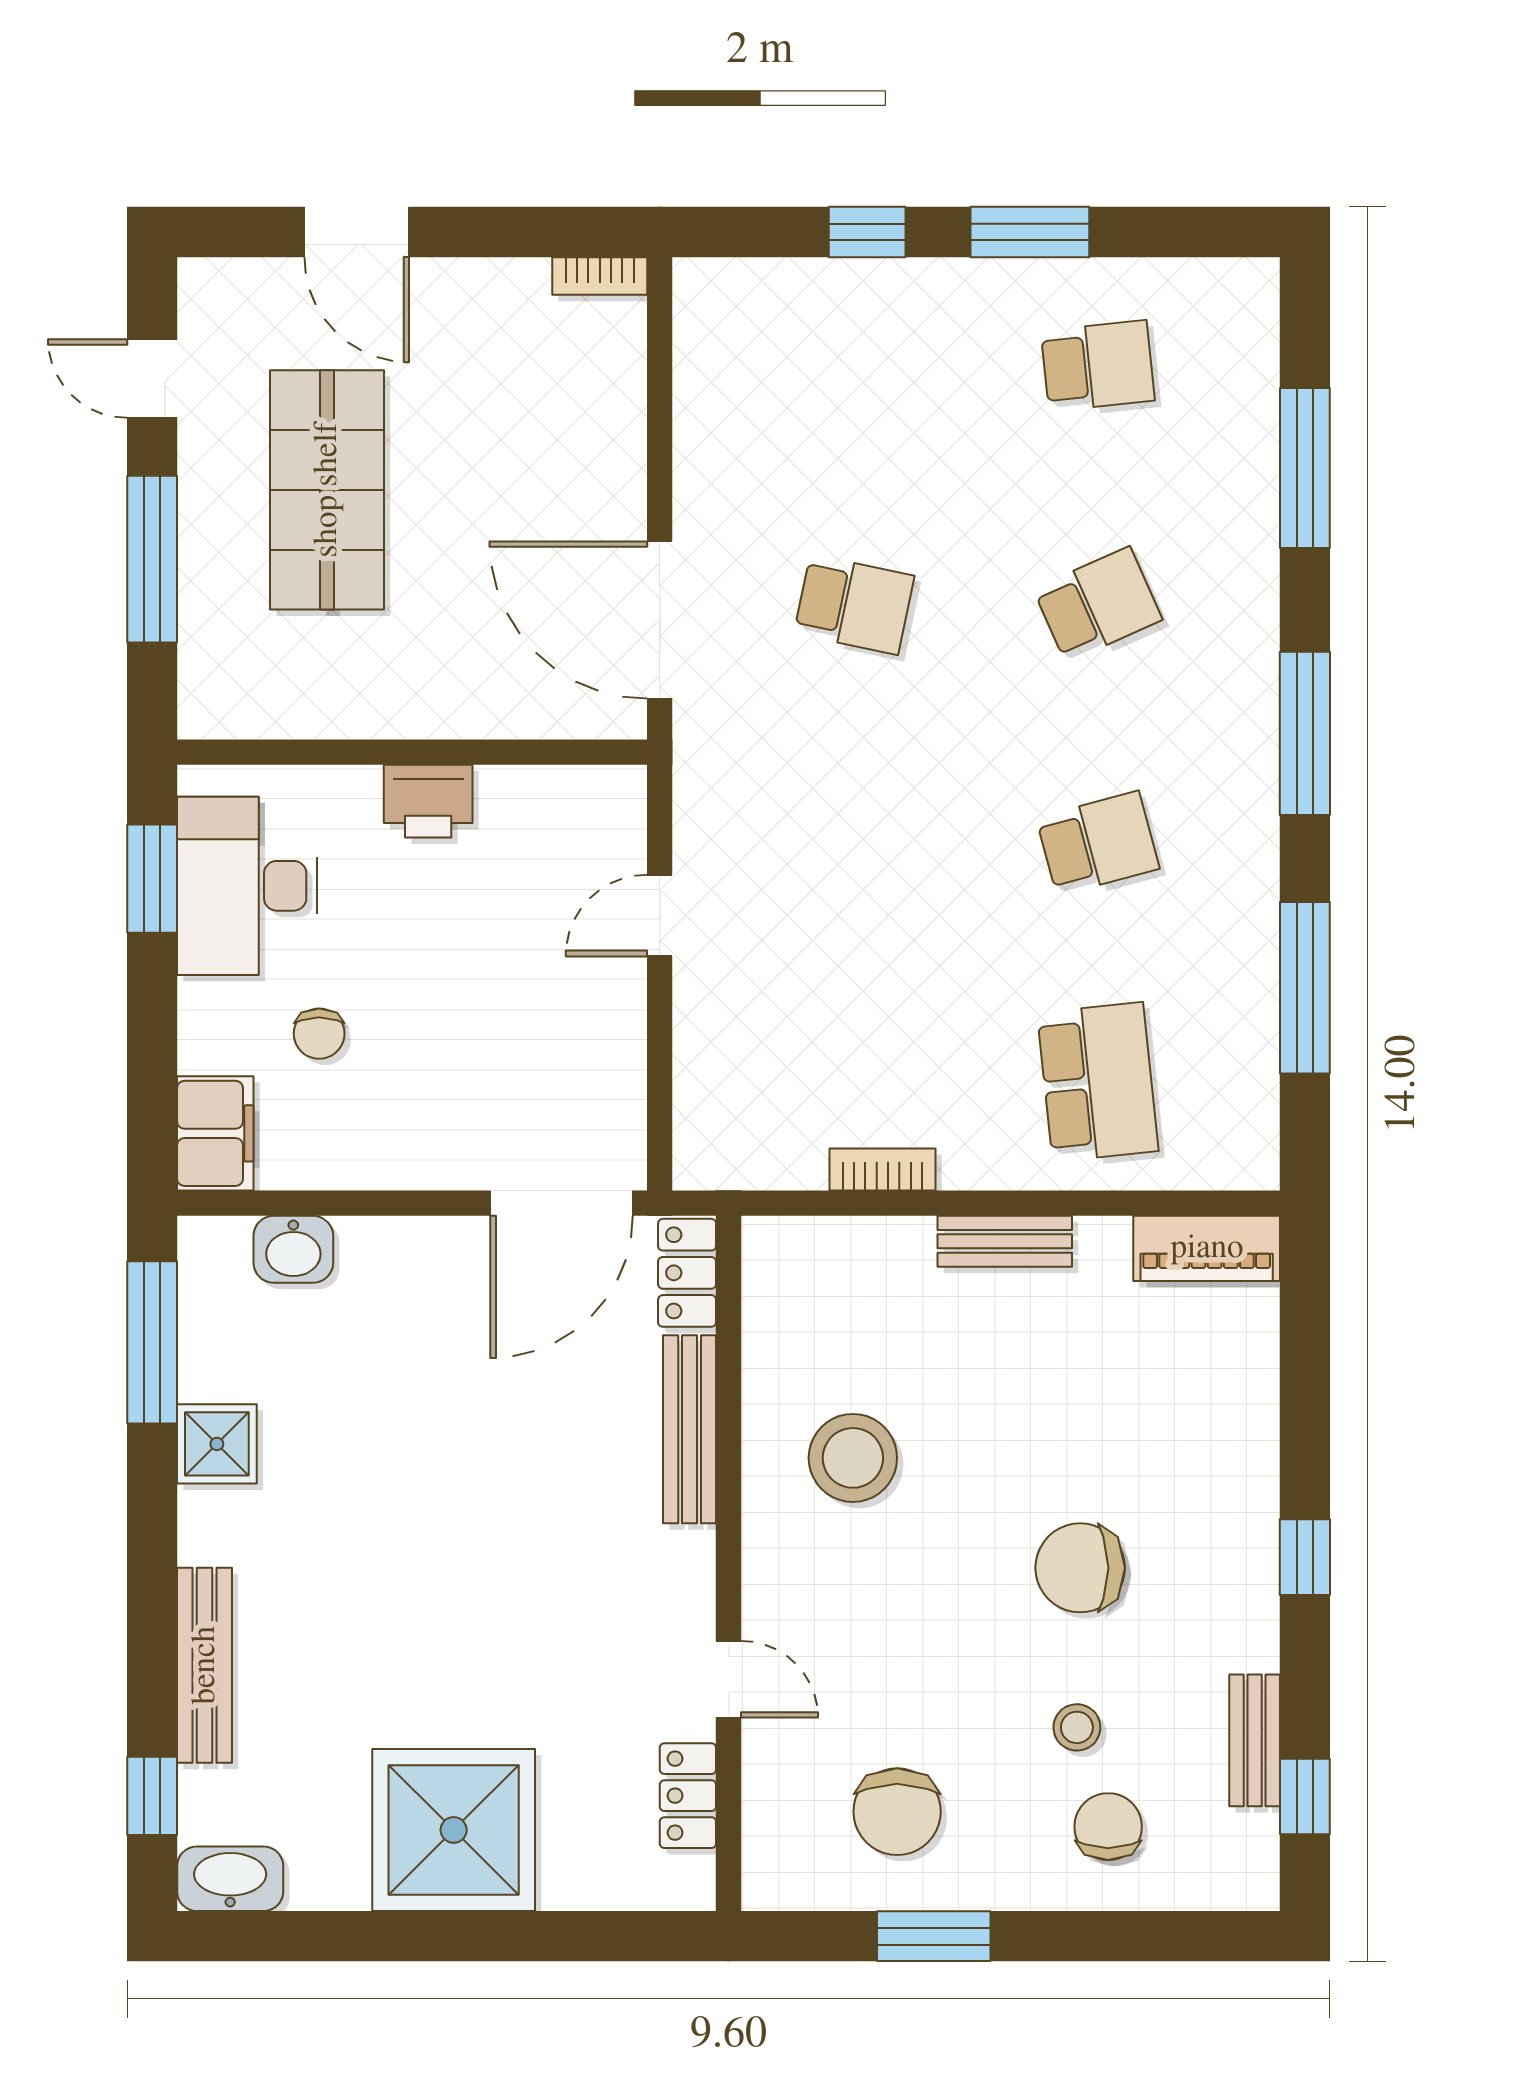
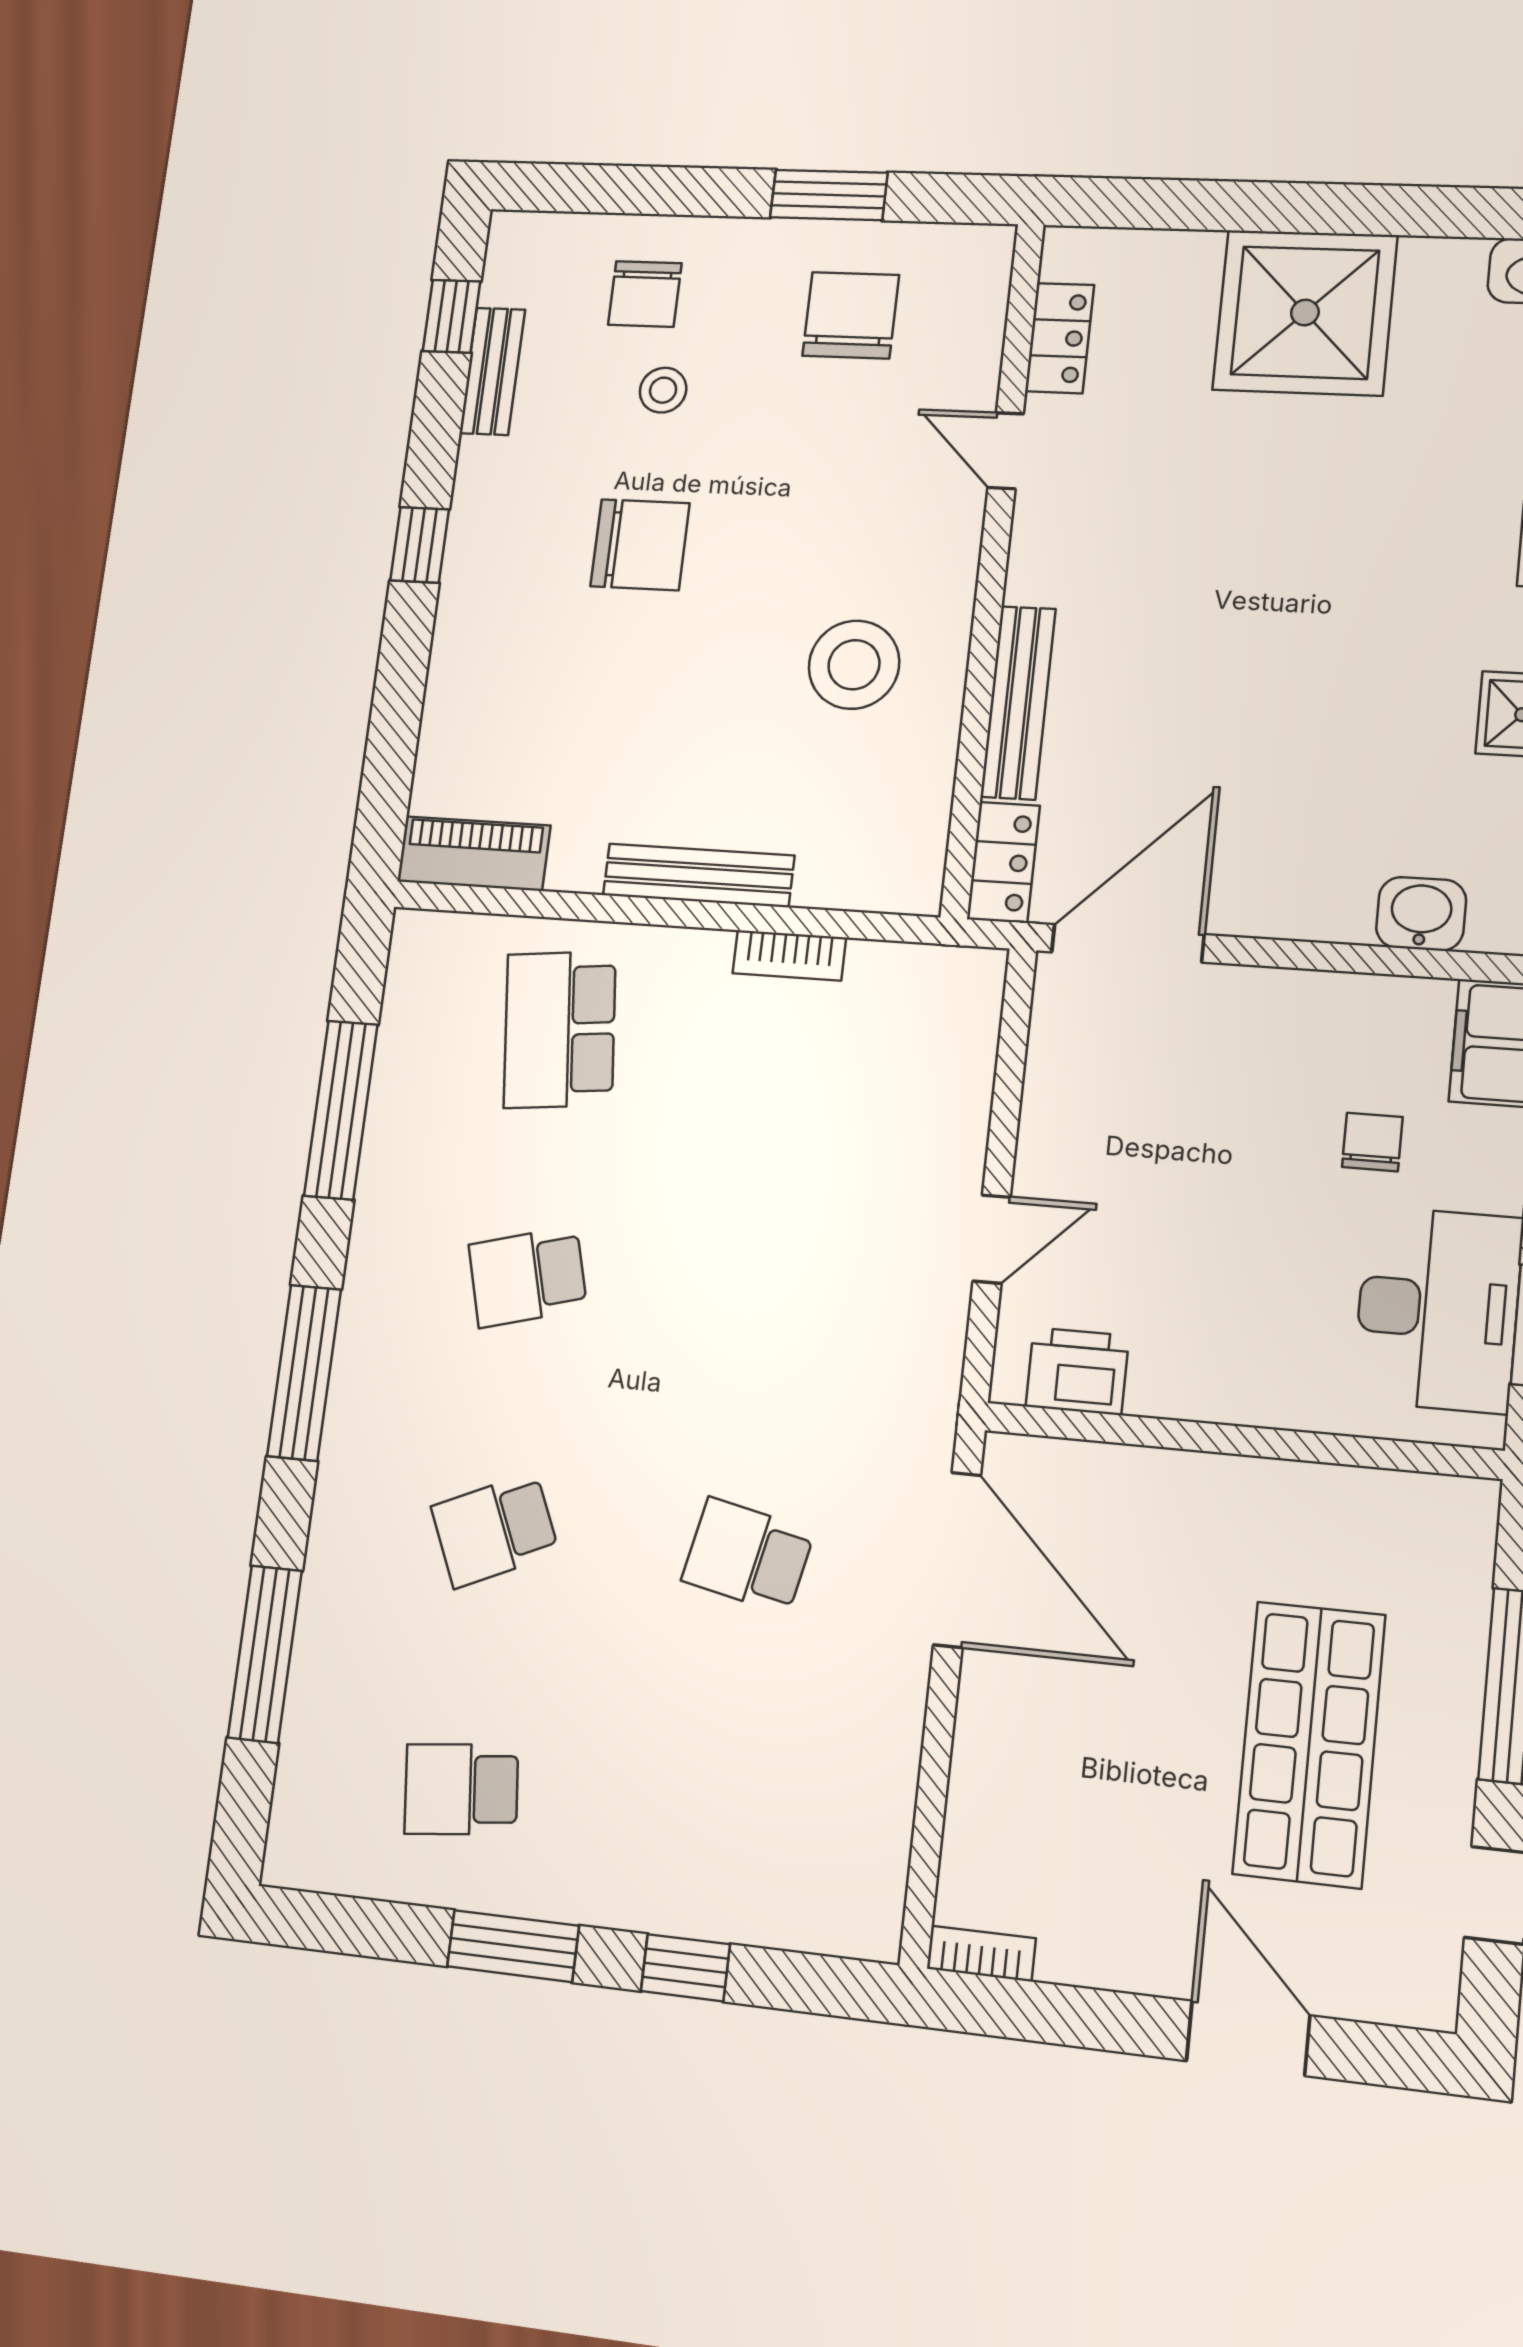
printer: (428, 801) -> (1077, 1371), moved
bench: (1005, 1241) -> (699, 875), width x1.36

